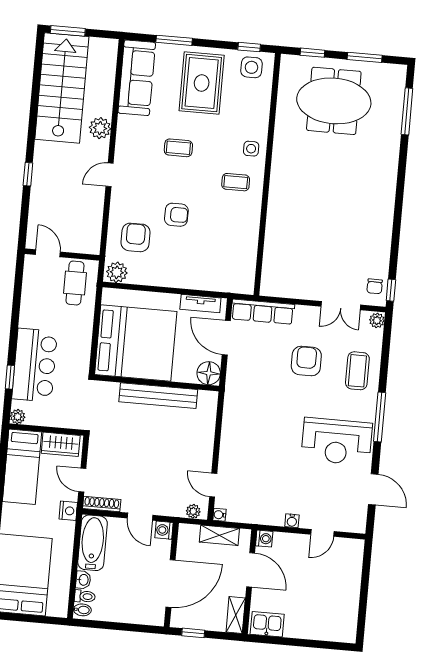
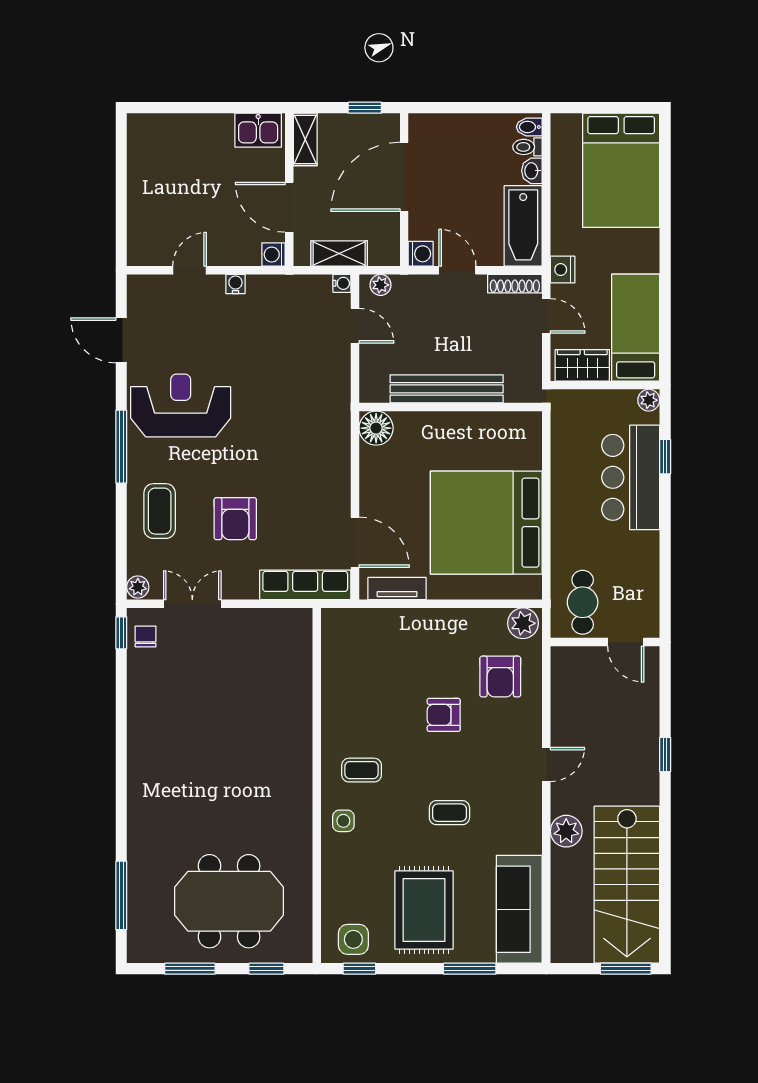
floor lamp: (209, 373) -> (376, 428), moved
wall: (157, 383) -> (451, 407), moved
bench: (158, 396) -> (447, 389), moved

